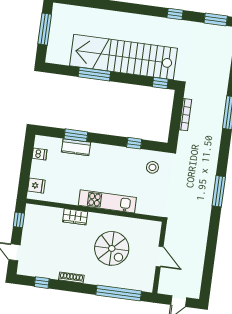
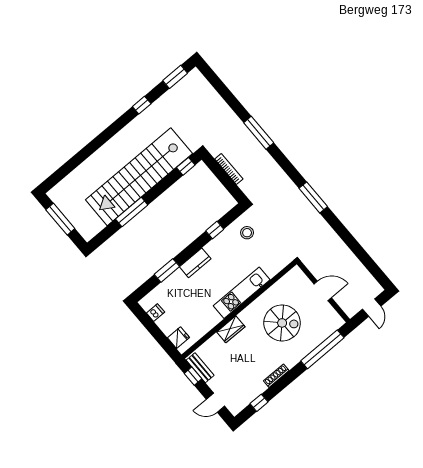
kitchen counter: (76, 147) -> (195, 263), moved
bench: (29, 220) -> (200, 368), added

